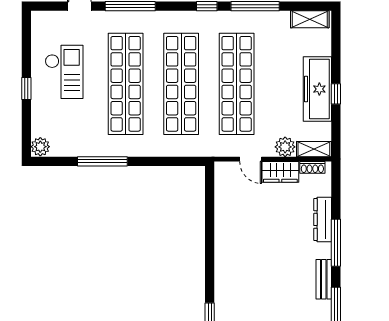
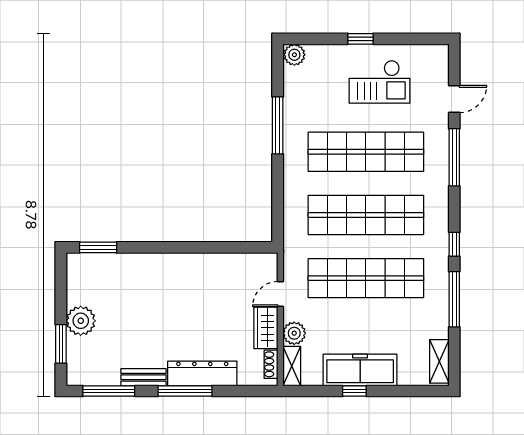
dresser: (323, 219) -> (202, 374), width x1.37, depth x1.24

